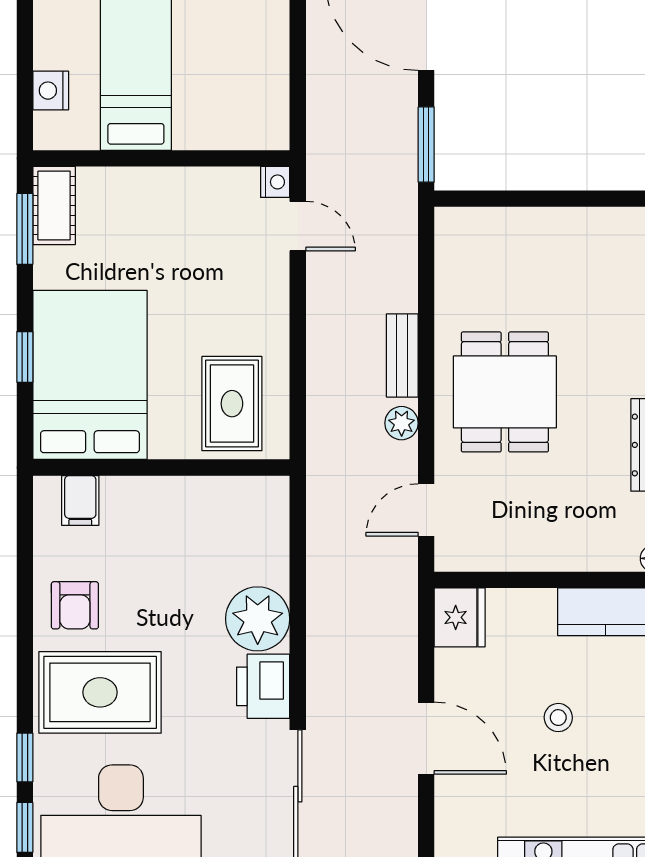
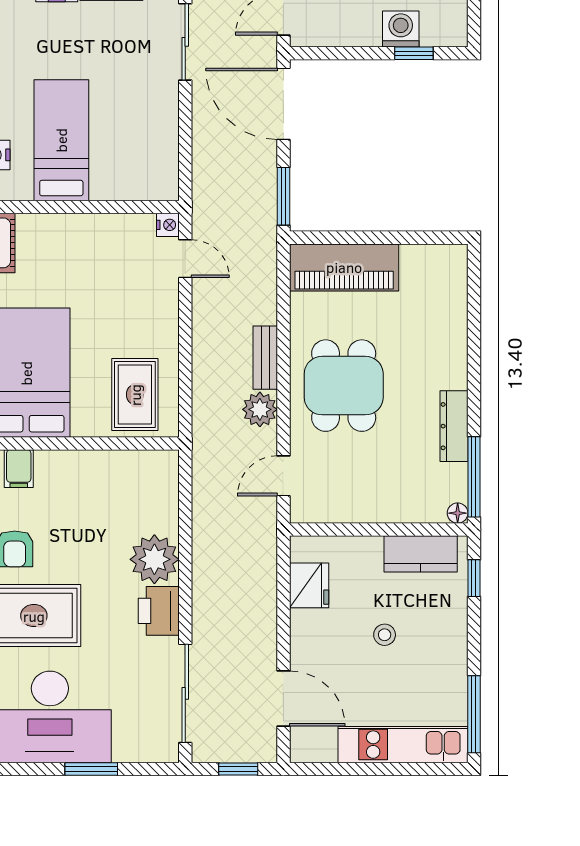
piano: (505, 238) -> (344, 267), added
plant: (402, 423) -> (260, 409), width x1.38, depth x1.38
fridge: (460, 617) -> (309, 585), moved
door: (426, 738) -> (283, 699), moved

